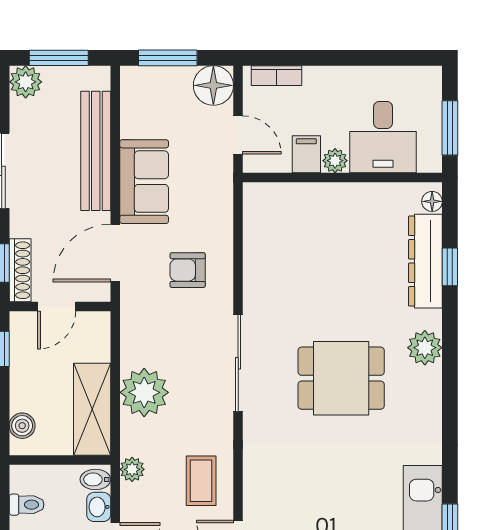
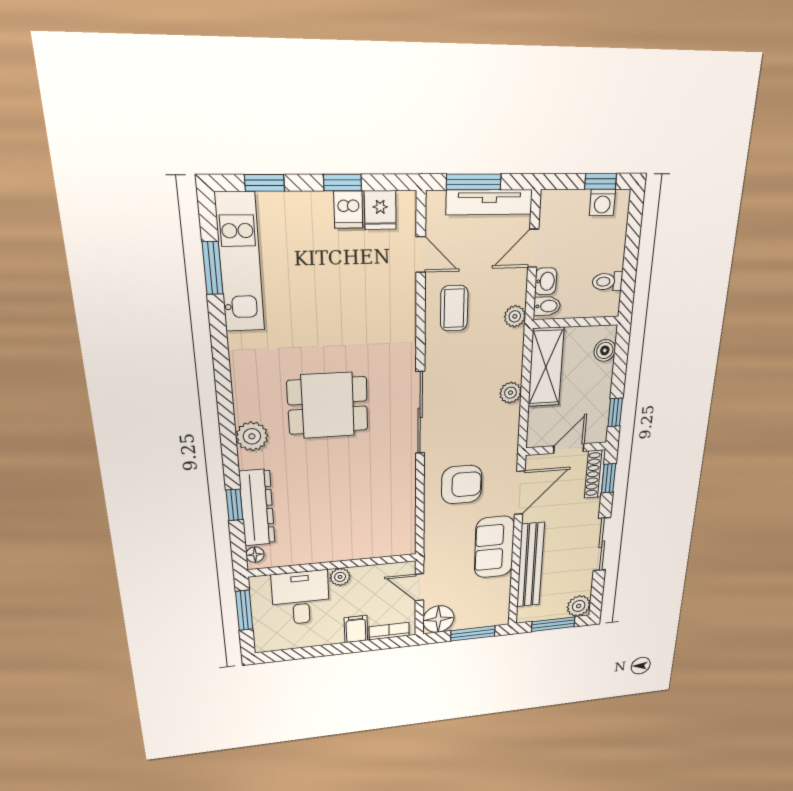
filing cabinet: (306, 154) -> (356, 629), moved, turned 180
armchair: (188, 270) -> (462, 485), width x1.38, depth x1.38
plant: (144, 392) -> (510, 393), width x0.53, depth x0.53

